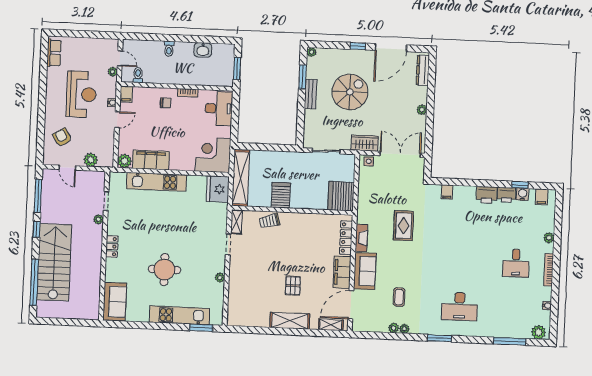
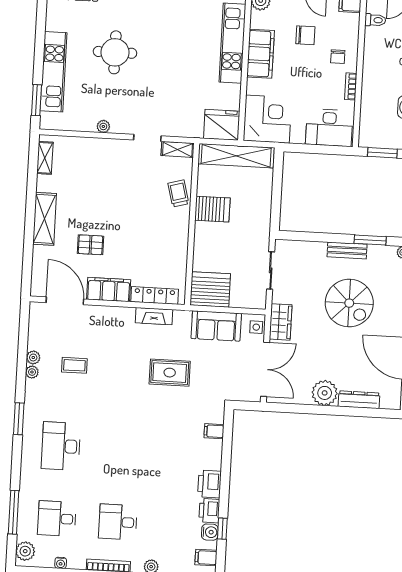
dresser: (423, 70) -> (359, 400), moved
plant: (422, 110) -> (325, 393), width x1.88, depth x1.88
chair: (150, 127) -> (305, 35), added
filing cabinet: (151, 160) -> (261, 54), moved
sofa: (365, 271) -> (216, 326), moved
pallet: (293, 286) -> (90, 245), moved
desk: (514, 309) -> (57, 519), added
shelving: (331, 325) -> (45, 158), moved

